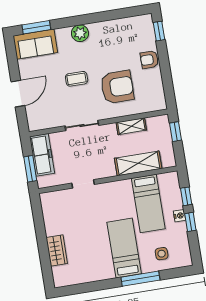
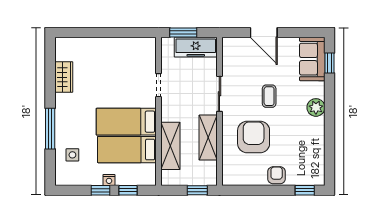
window: (36, 27) -> (330, 63), width x0.67
armchair: (117, 87) -> (254, 137), turned 180
shelving: (131, 126) -> (208, 138), width x1.50, depth x1.33
bed: (124, 248) -> (126, 122), moved, turned 180
wardrobe: (57, 251) -> (64, 77), moved, turned -90

